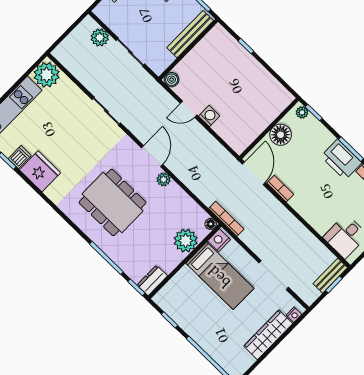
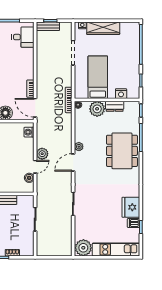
plant: (100, 38) -> (42, 154), moved
boiler: (172, 80) -> (29, 178), moved
door: (189, 109) -> (35, 167), hinge flipped
washing machine: (209, 116) -> (29, 132), moved
door: (254, 173) -> (35, 108), hinge flipped
dining table: (113, 203) -> (122, 151), moved
nightstand: (219, 240) -> (121, 94), moved
dresser: (152, 280) -> (115, 106), moved

